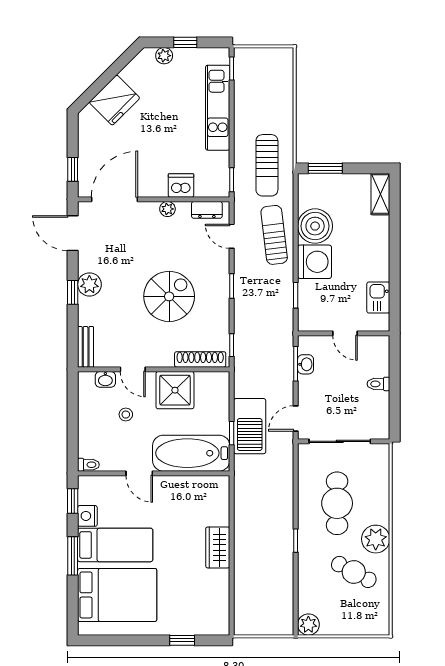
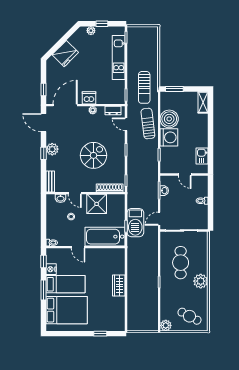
dishwasher: (181, 185) -> (89, 98), moved
cafe table: (354, 572) -> (189, 316), moved

